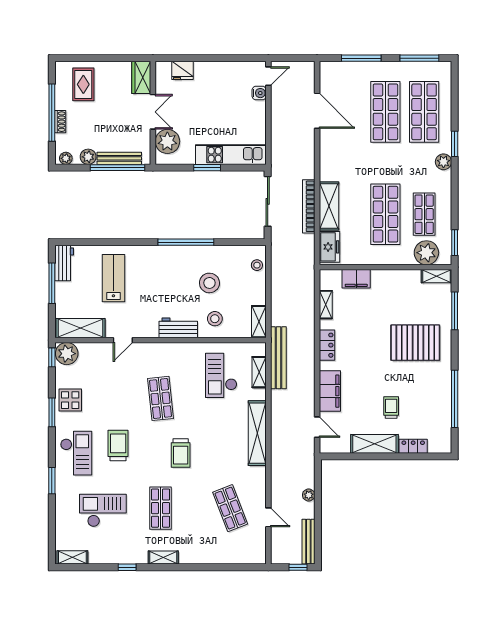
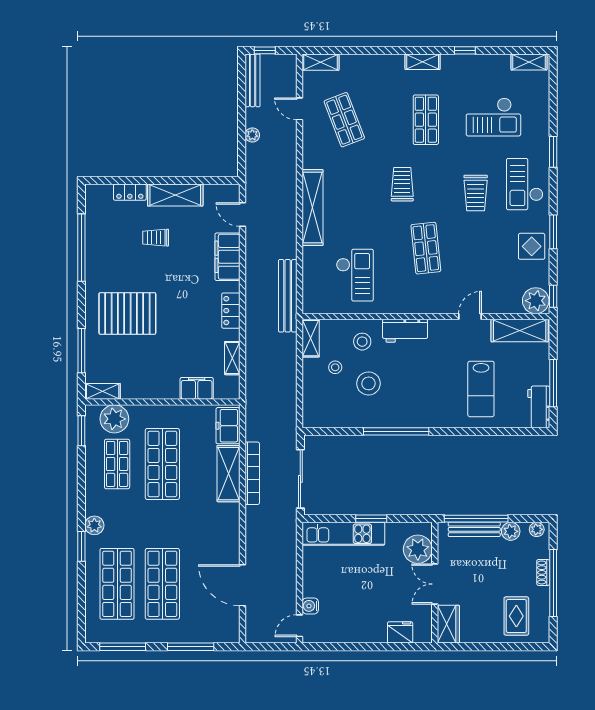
stool: (257, 265) -> (335, 367), moved
shelving: (259, 372) -> (320, 62), moved, turned 90
trolley: (391, 407) -> (156, 238), turned 90

